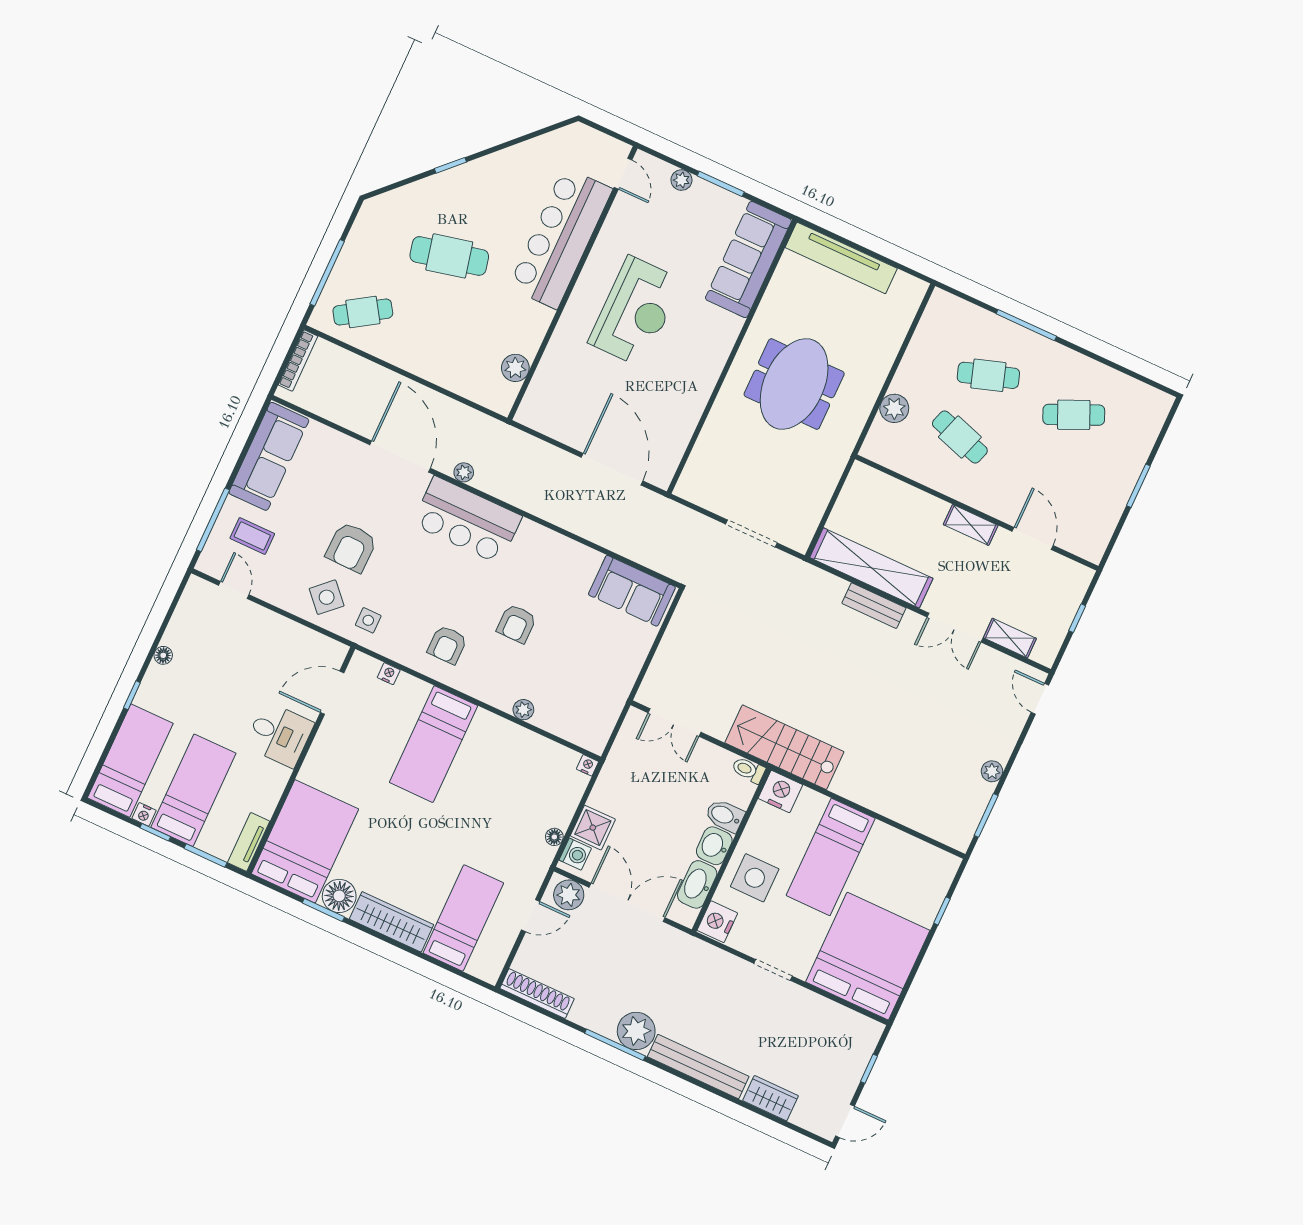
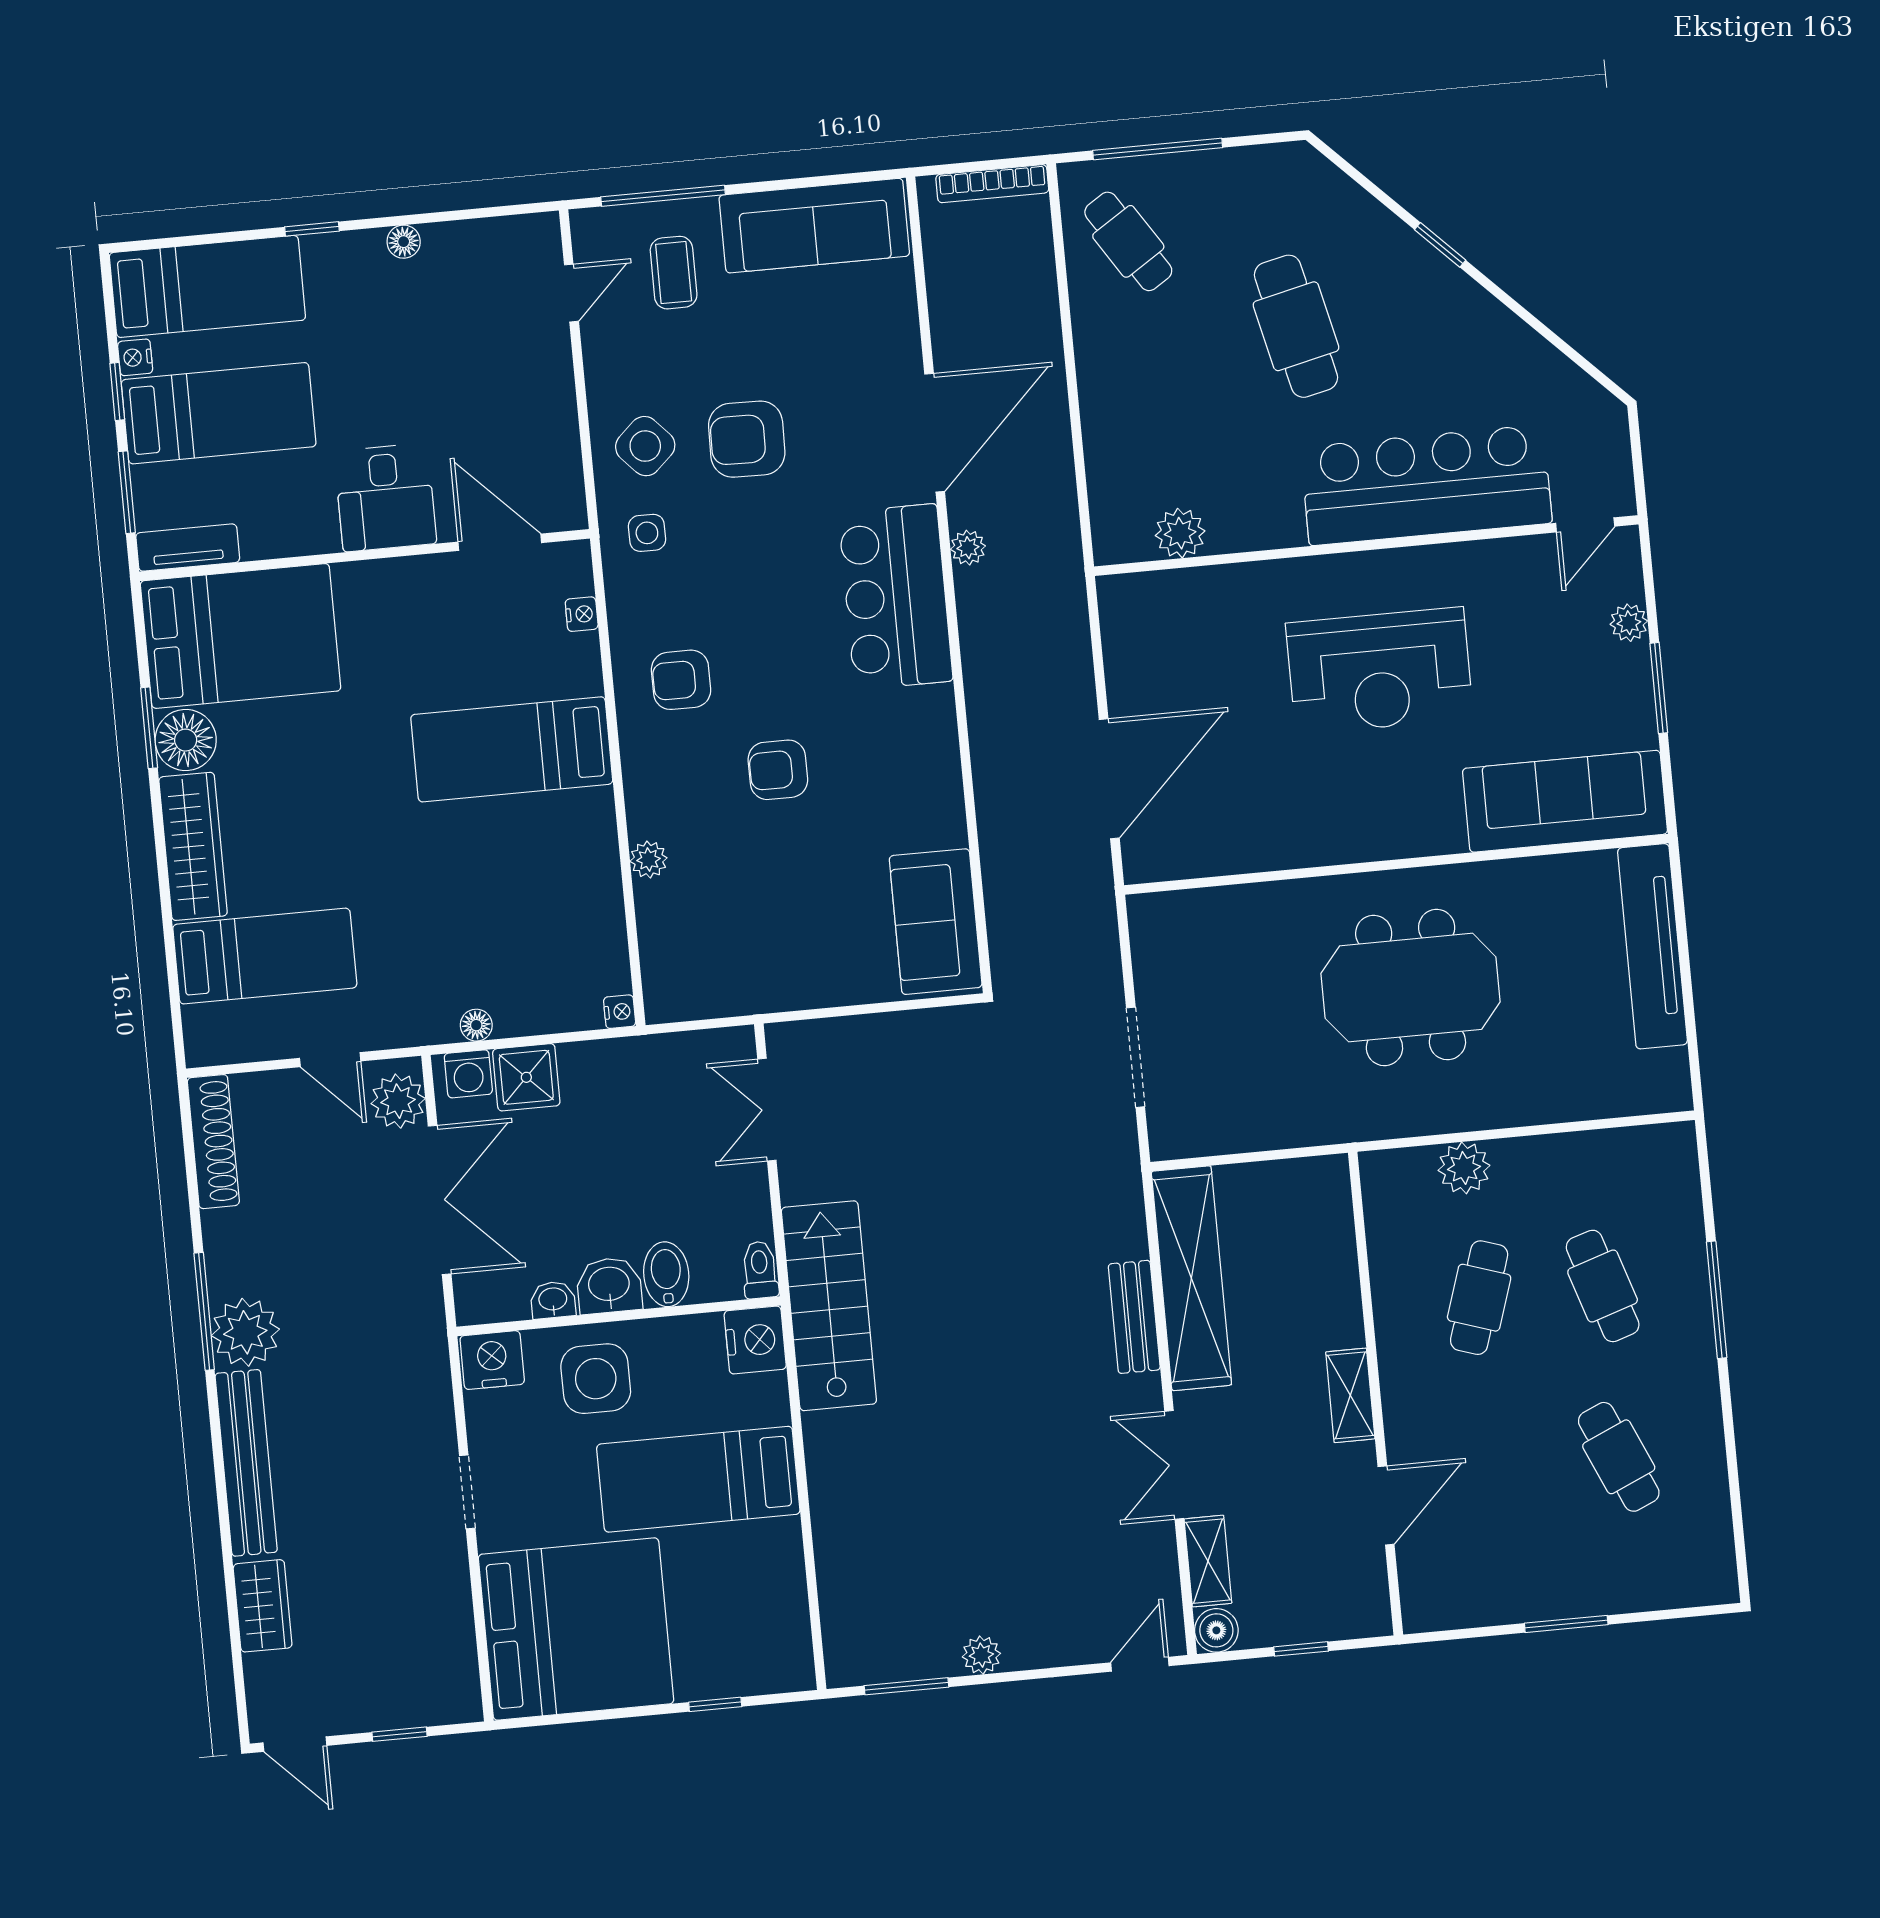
boiler: (1045, 653) -> (1216, 1630), added
washbasin: (697, 884) -> (553, 1300), width x0.52, depth x0.69

